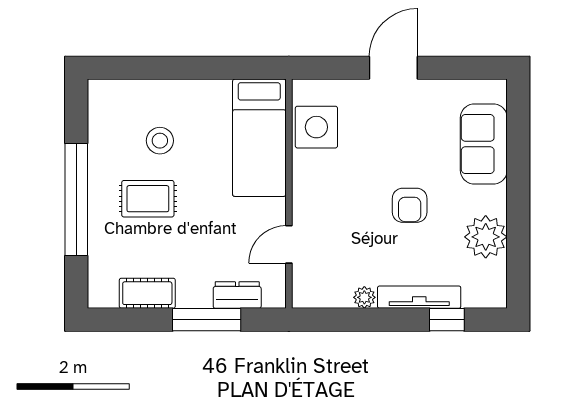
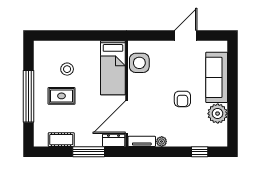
door: (393, 68) -> (186, 35), moved
sofa: (484, 144) -> (217, 77), width x1.36
door: (289, 244) -> (127, 117), width x1.87
dresser: (237, 295) -> (114, 140), moved
tv unit: (419, 297) -> (142, 141), moved, width x0.71

